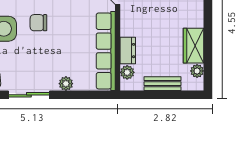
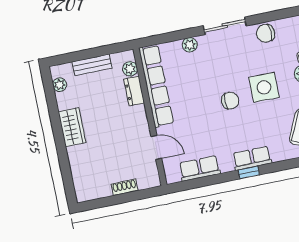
wardrobe: (194, 46) -> (72, 127), moved

